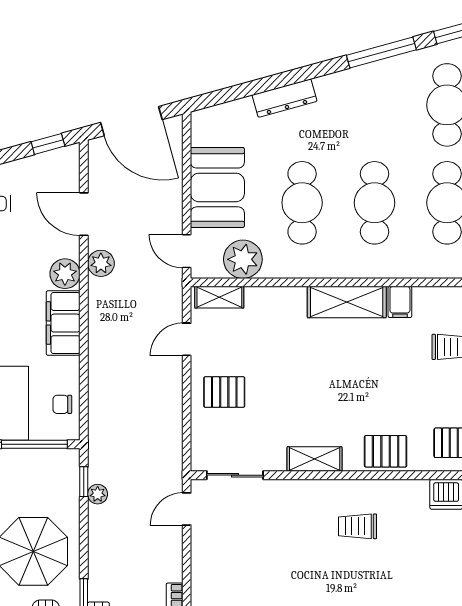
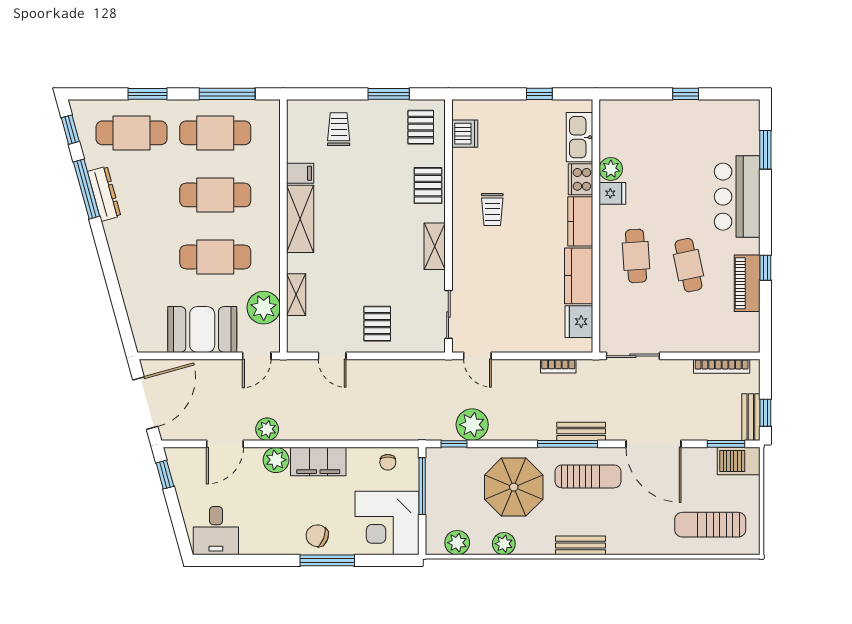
dresser: (285, 98) -> (104, 194), moved
shelving: (219, 297) -> (296, 295), moved
plant: (98, 494) -> (472, 425), width x1.88, depth x1.88

